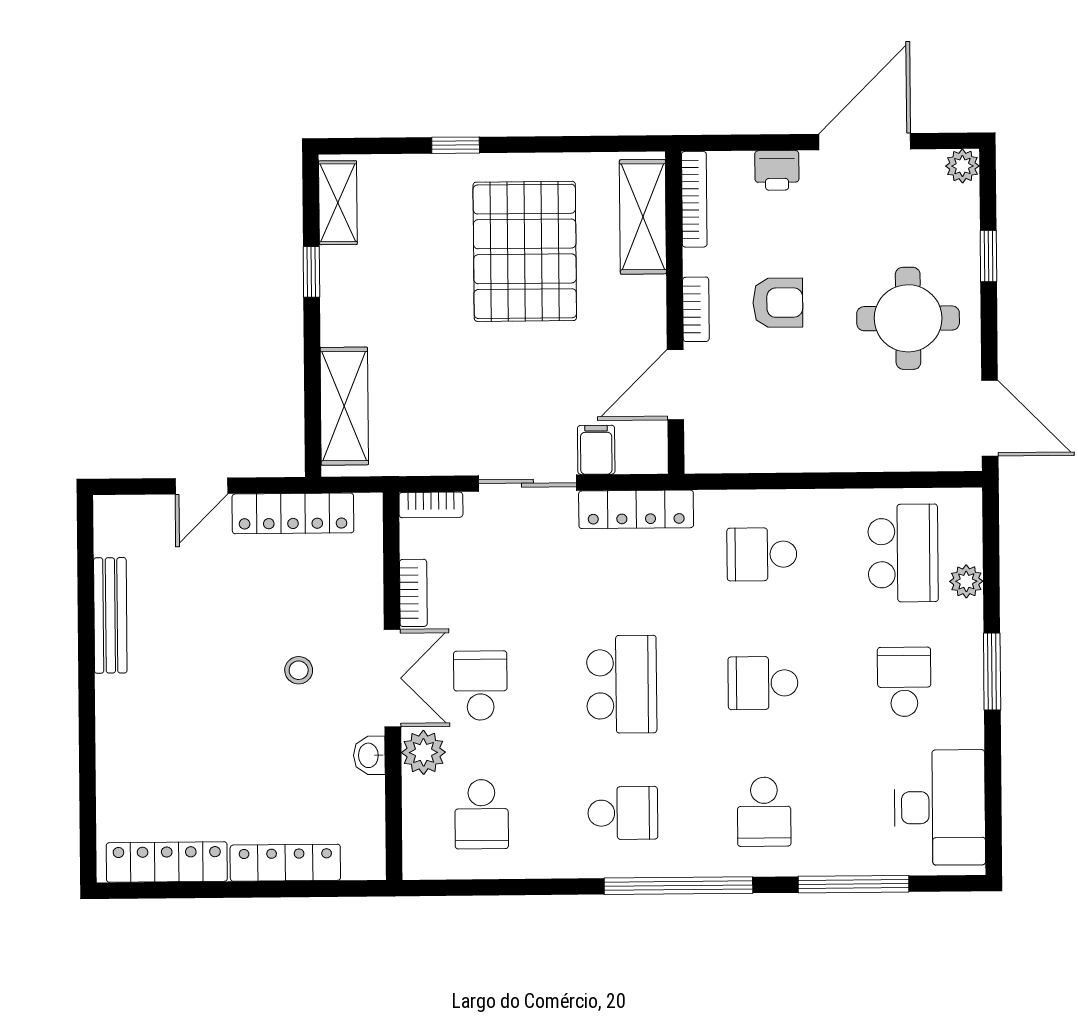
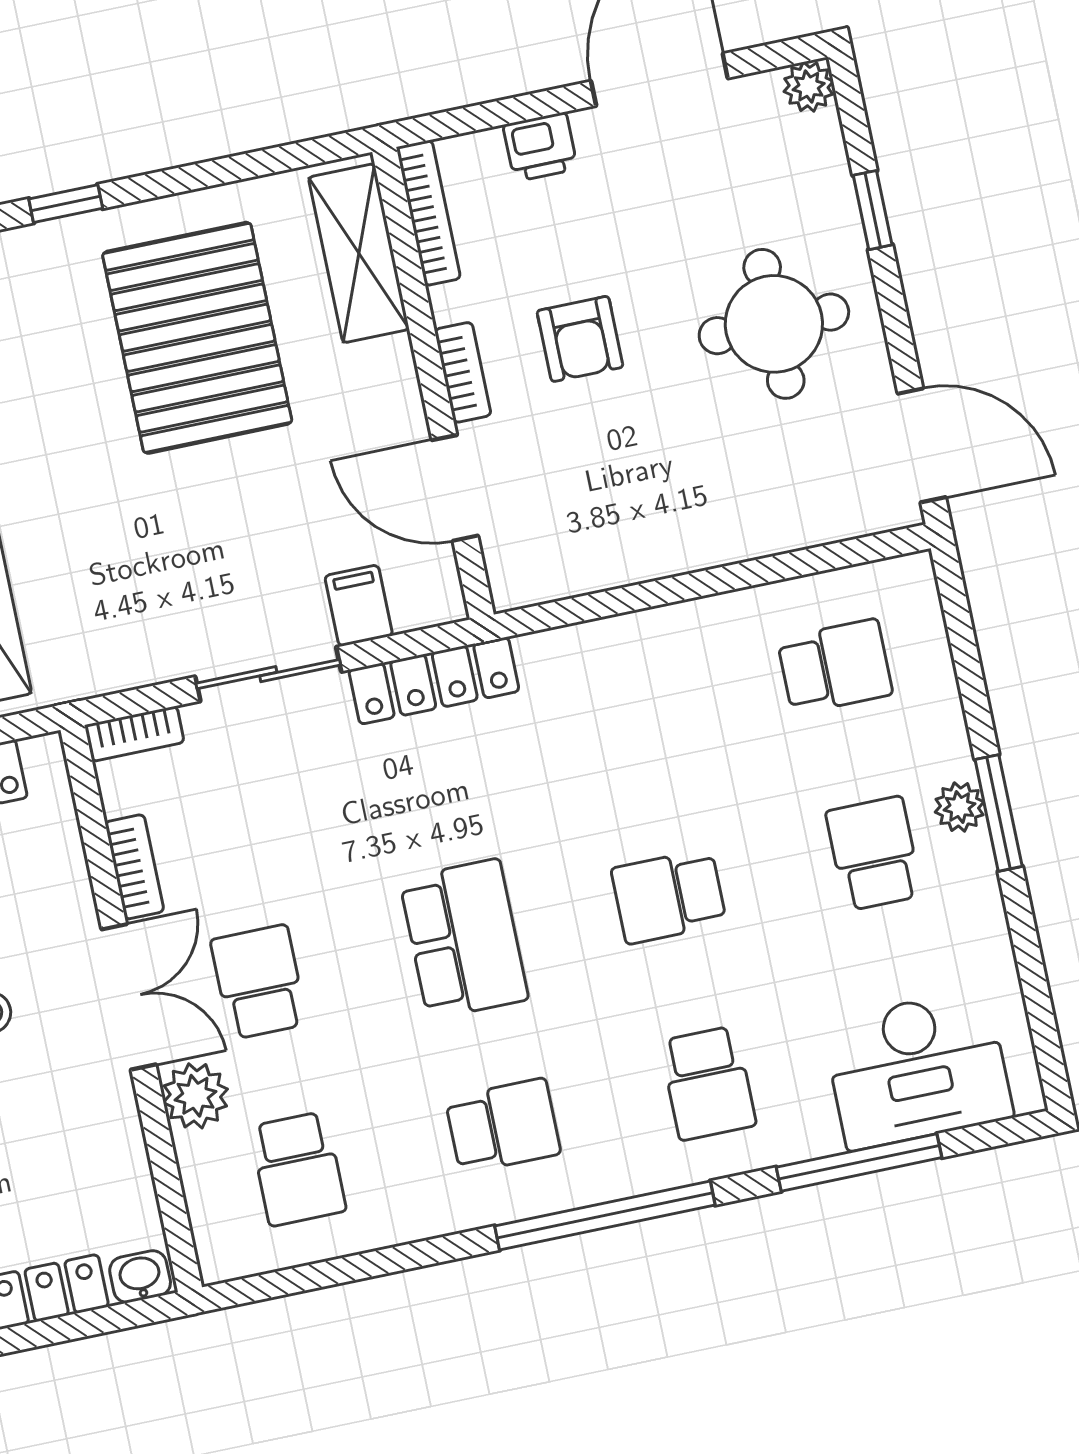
armchair: (778, 303) -> (580, 339), turned 90
door: (675, 385) -> (455, 488), hinge flipped
school desk: (903, 553) -> (835, 667), width x0.54
school desk: (762, 554) -> (630, 709), removed
plant: (966, 581) -> (960, 807), moved
washbasin: (369, 755) -> (140, 1277), moved, turned 90
desk: (940, 808) -> (918, 1069), moved, turned 90

